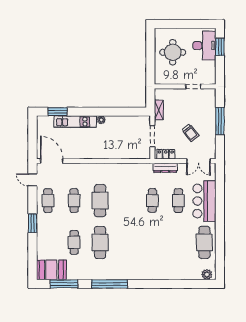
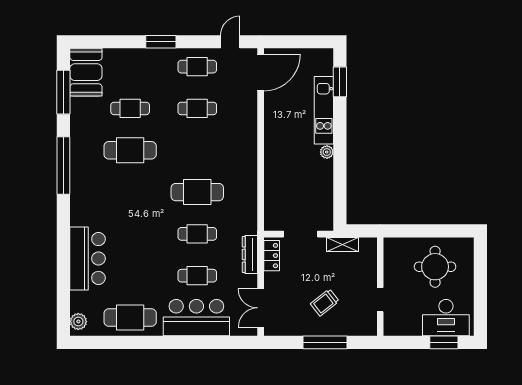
trolley: (190, 133) -> (325, 302), moved
cafe table: (100, 201) -> (197, 192), moved
bar counter: (168, 269) -> (88, 258), added

